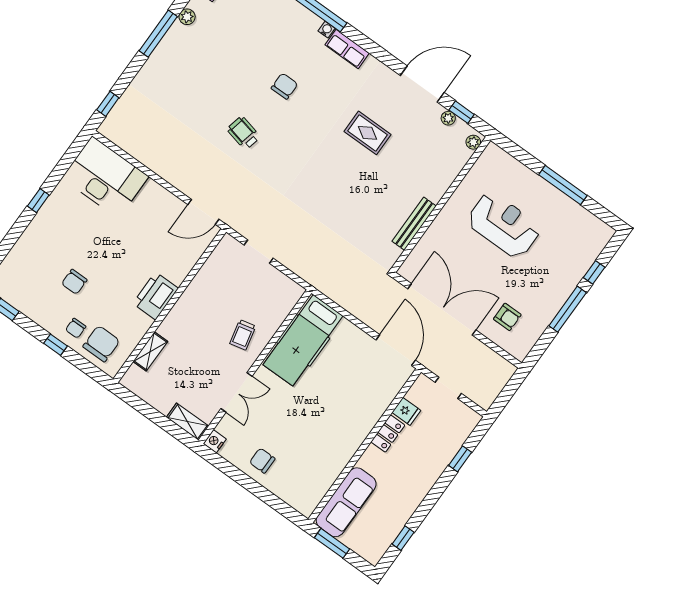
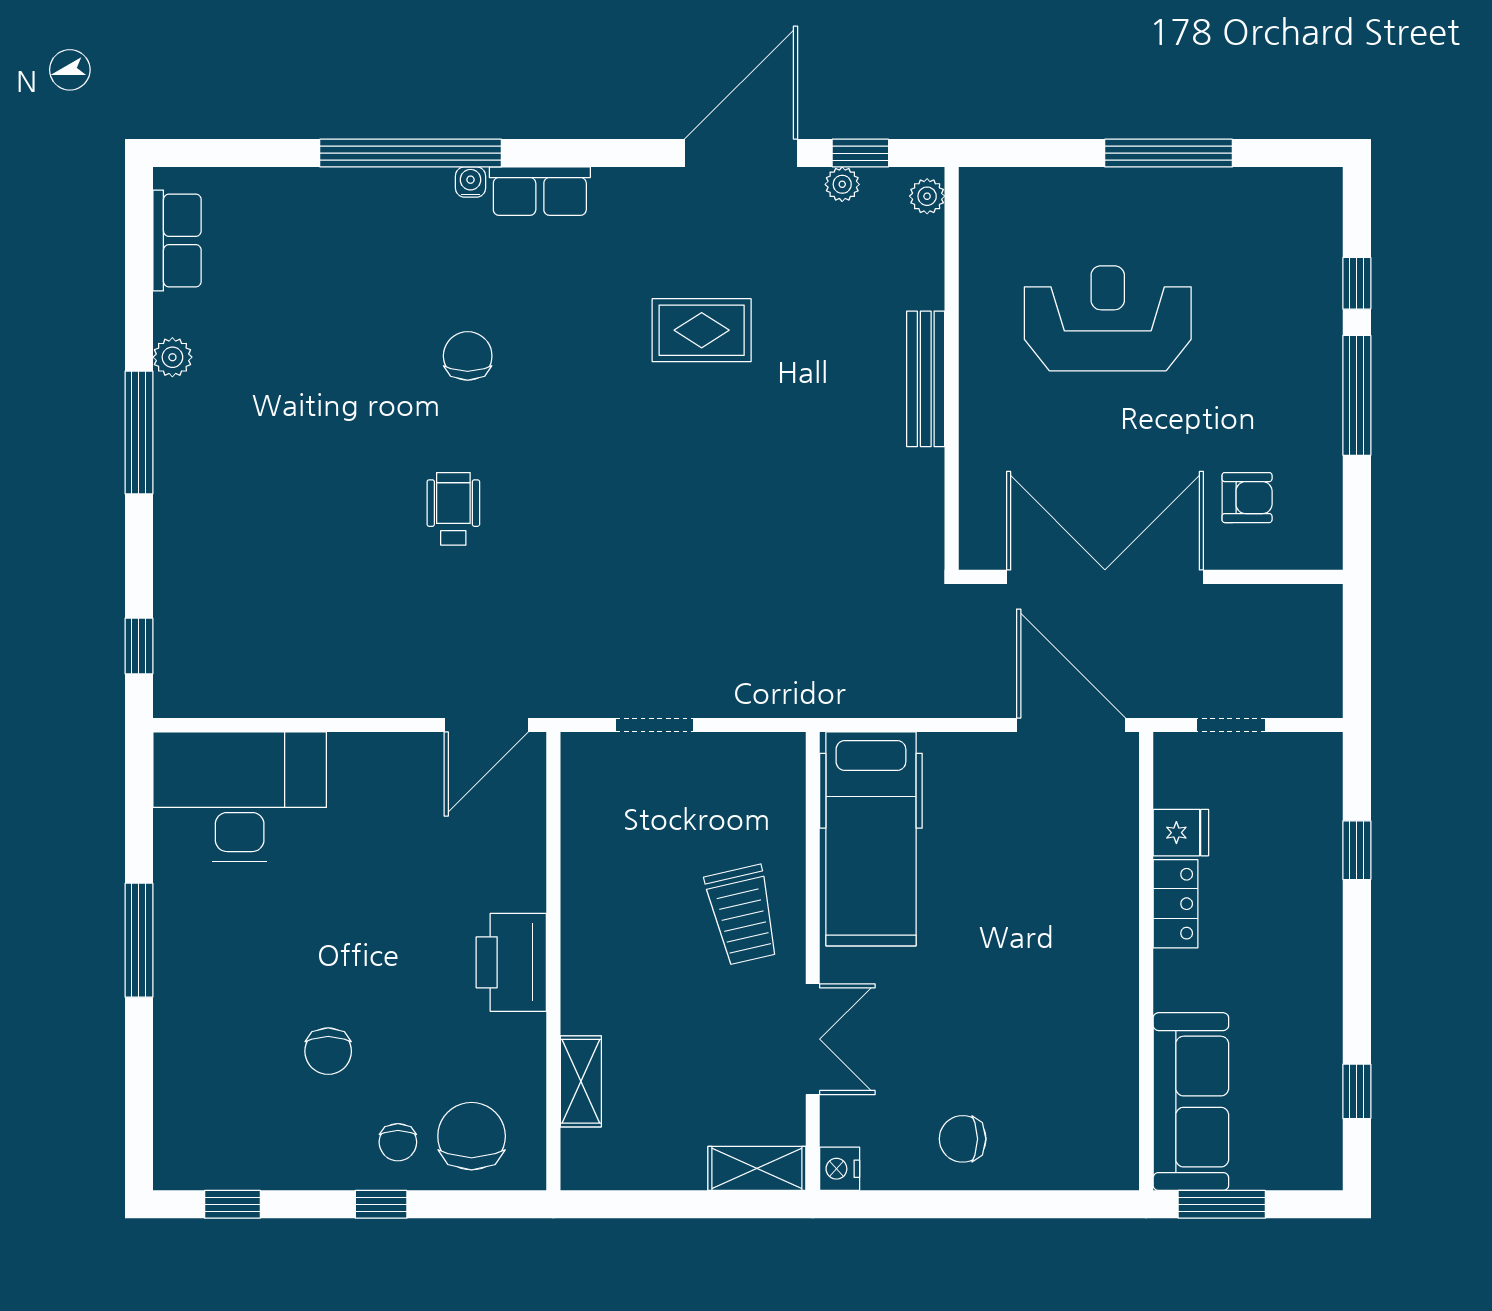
wheelchair: (244, 133) -> (453, 509), turned 77
window: (38, 201) -> (139, 940), width x2.17
bench: (414, 224) -> (926, 379), moved
trolley: (243, 335) -> (742, 915), width x1.36, depth x1.39

